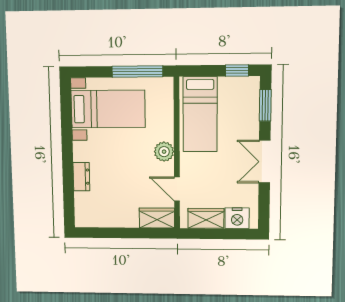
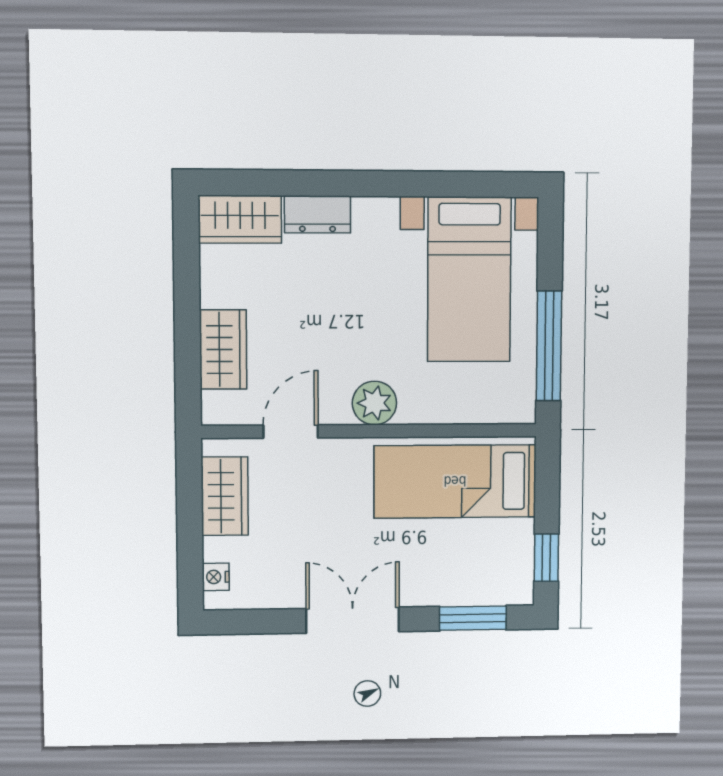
wardrobe: (84, 210) -> (240, 219), added
wardrobe: (157, 218) -> (223, 349), moved
nightstand: (237, 218) -> (216, 577), width x0.53, depth x0.56

